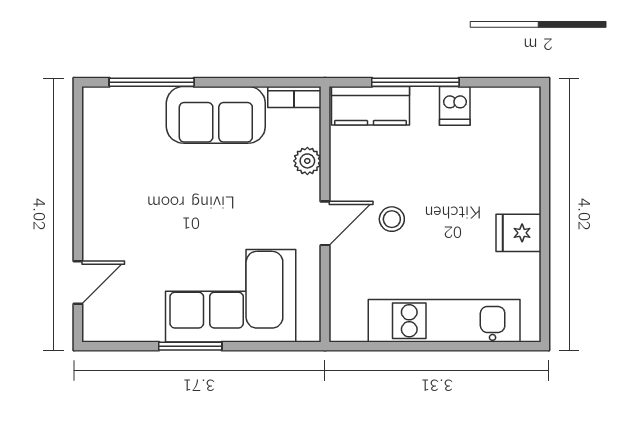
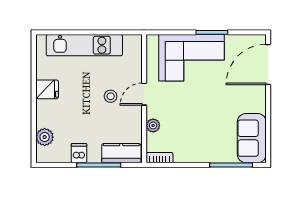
sofa: (216, 115) -> (252, 138), moved, turned -90
plant: (523, 138) -> (45, 137), added
door: (78, 282) -> (268, 64), width x1.88

